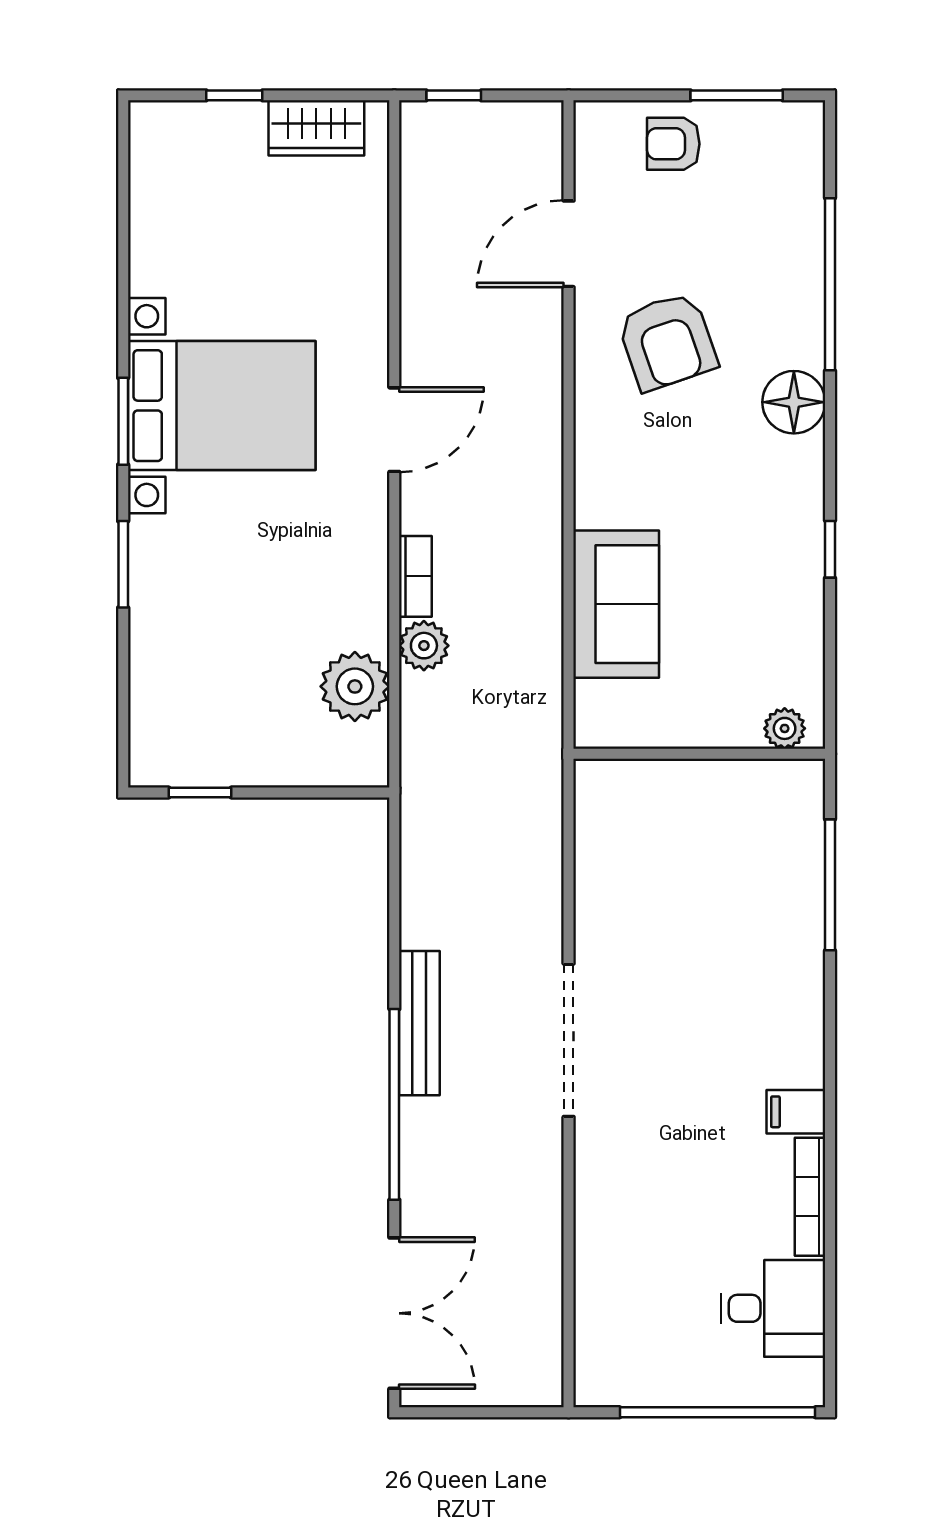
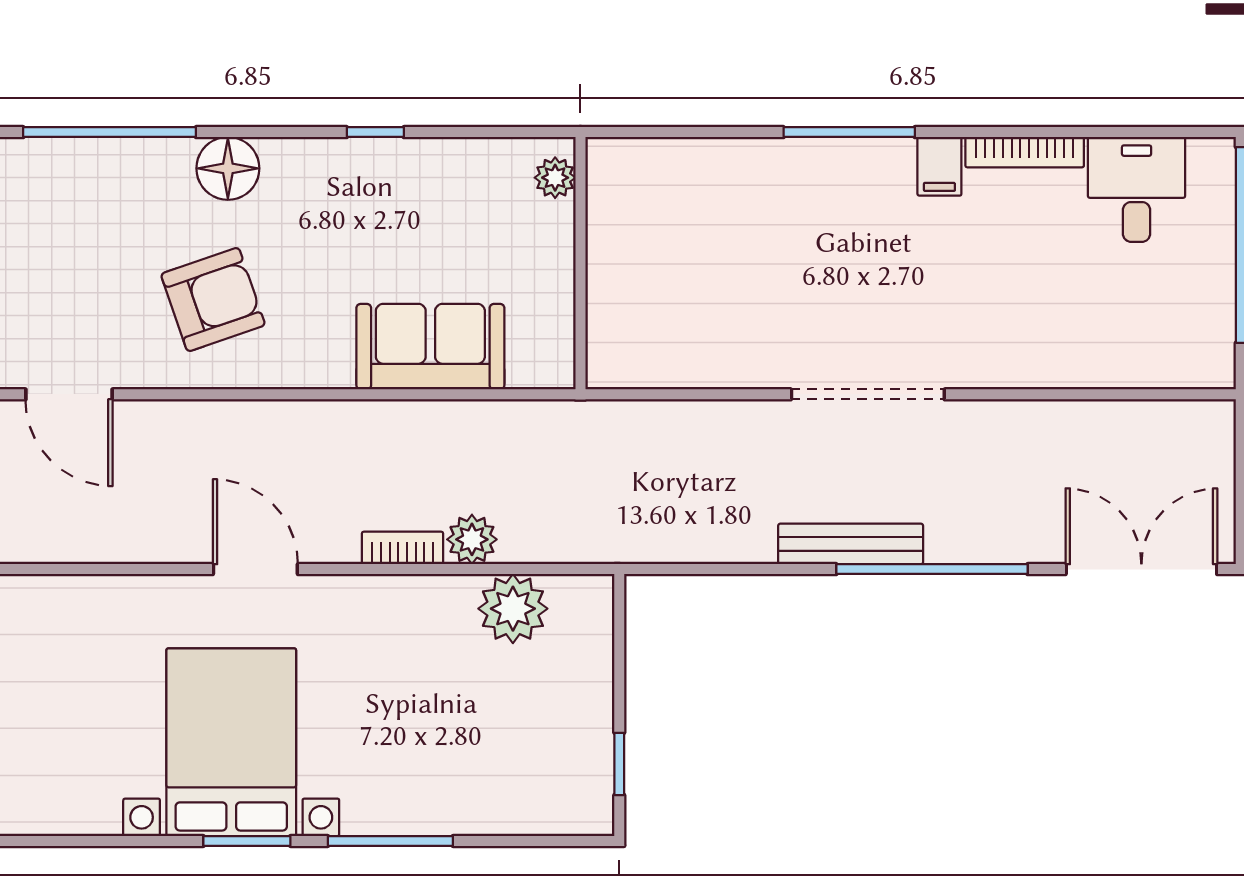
armchair: (667, 341) -> (213, 300), moved
window: (123, 564) -> (390, 841), width x1.44
window: (830, 885) -> (849, 132), moved

